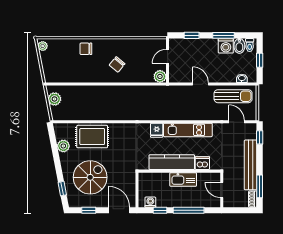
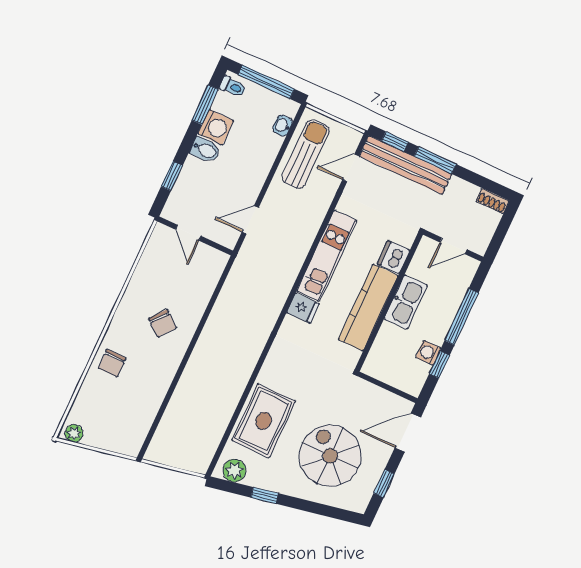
window: (223, 35) -> (205, 105), moved
bidet: (239, 46) -> (205, 150), moved
window: (260, 60) -> (266, 82), width x2.17
plant: (160, 76) -> (216, 261), removed
door: (200, 84) -> (250, 220), moved
plant: (55, 99) -> (172, 454), removed
plant: (63, 146) -> (234, 471), moved
bench: (251, 165) -> (406, 165), moved
window: (260, 186) -> (435, 160), moved
window: (62, 189) -> (264, 495), moved
washing machine: (150, 202) -> (428, 353), moved

